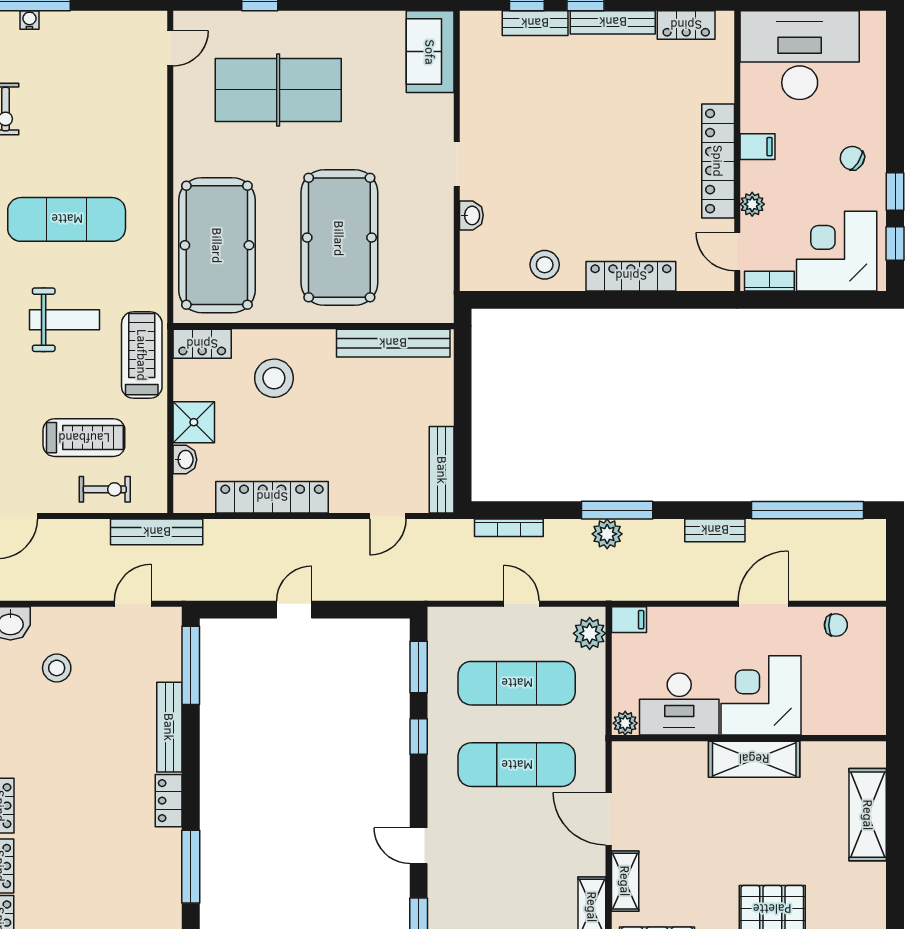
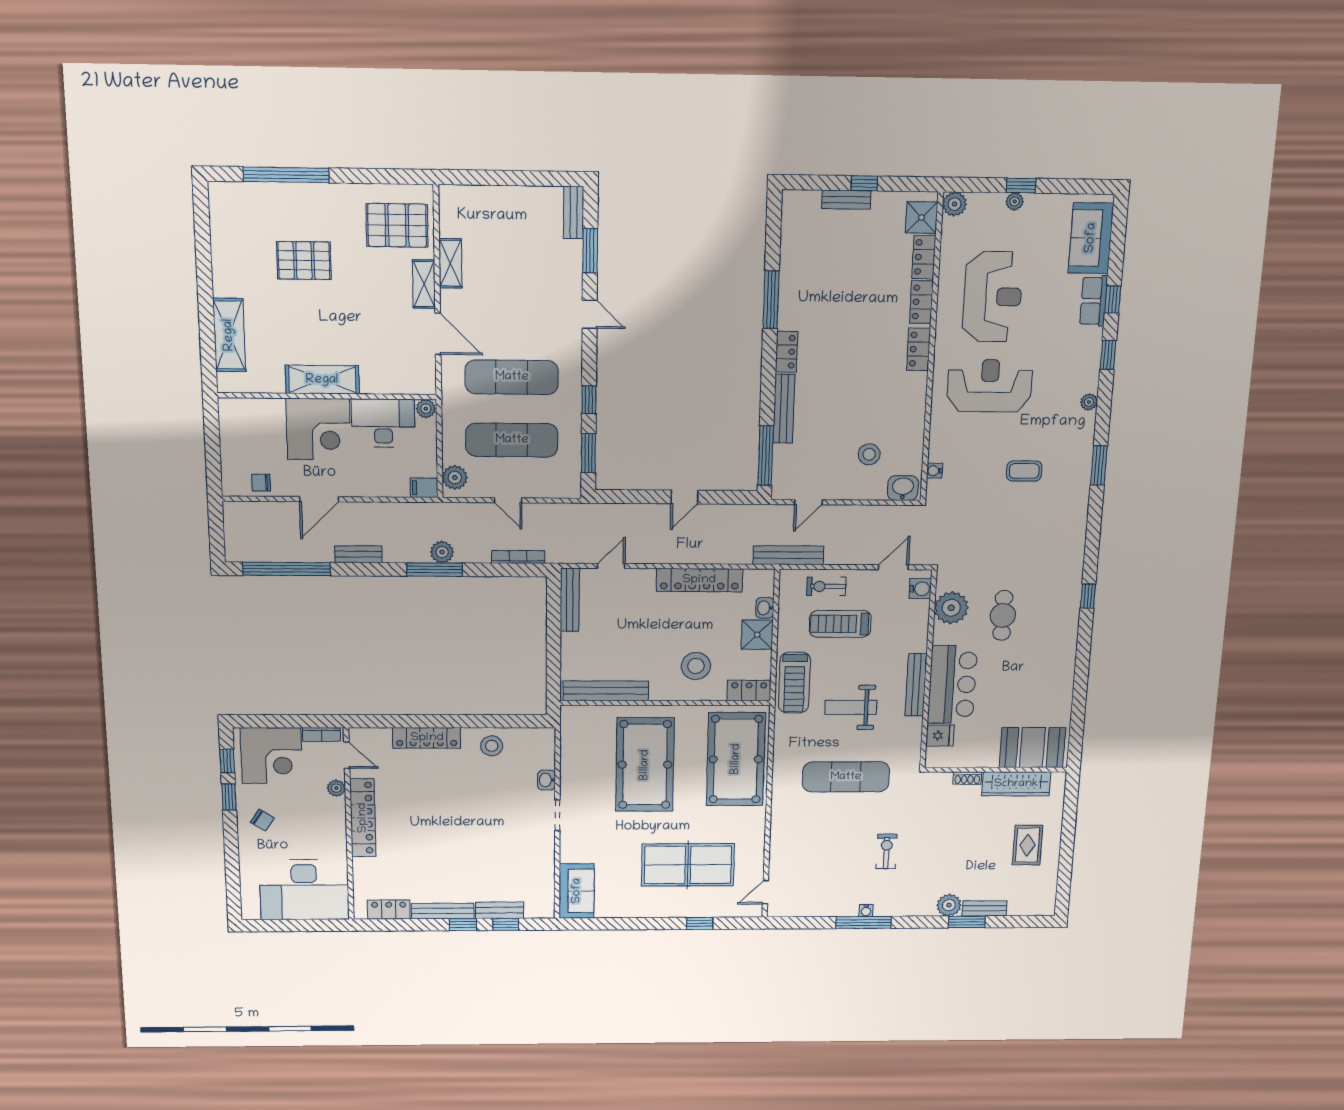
filing cabinet: (757, 147) -> (334, 828), removed

